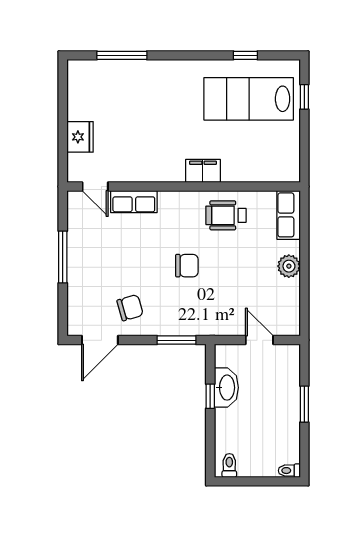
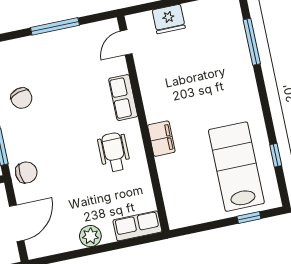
row of seats: (134, 202) -> (123, 98), moved
wheelchair: (226, 215) -> (114, 152), moved
chair: (187, 266) -> (26, 172), moved, turned -95
door: (259, 340) -> (17, 223), width x1.38

